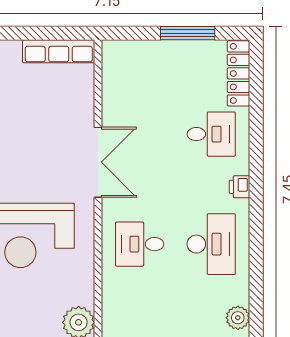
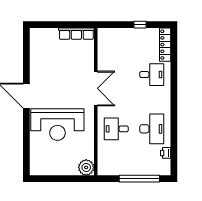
window: (188, 33) -> (140, 25), width x0.46
printer: (240, 187) -> (166, 153), moved
plant: (238, 318) -> (165, 165), removed

